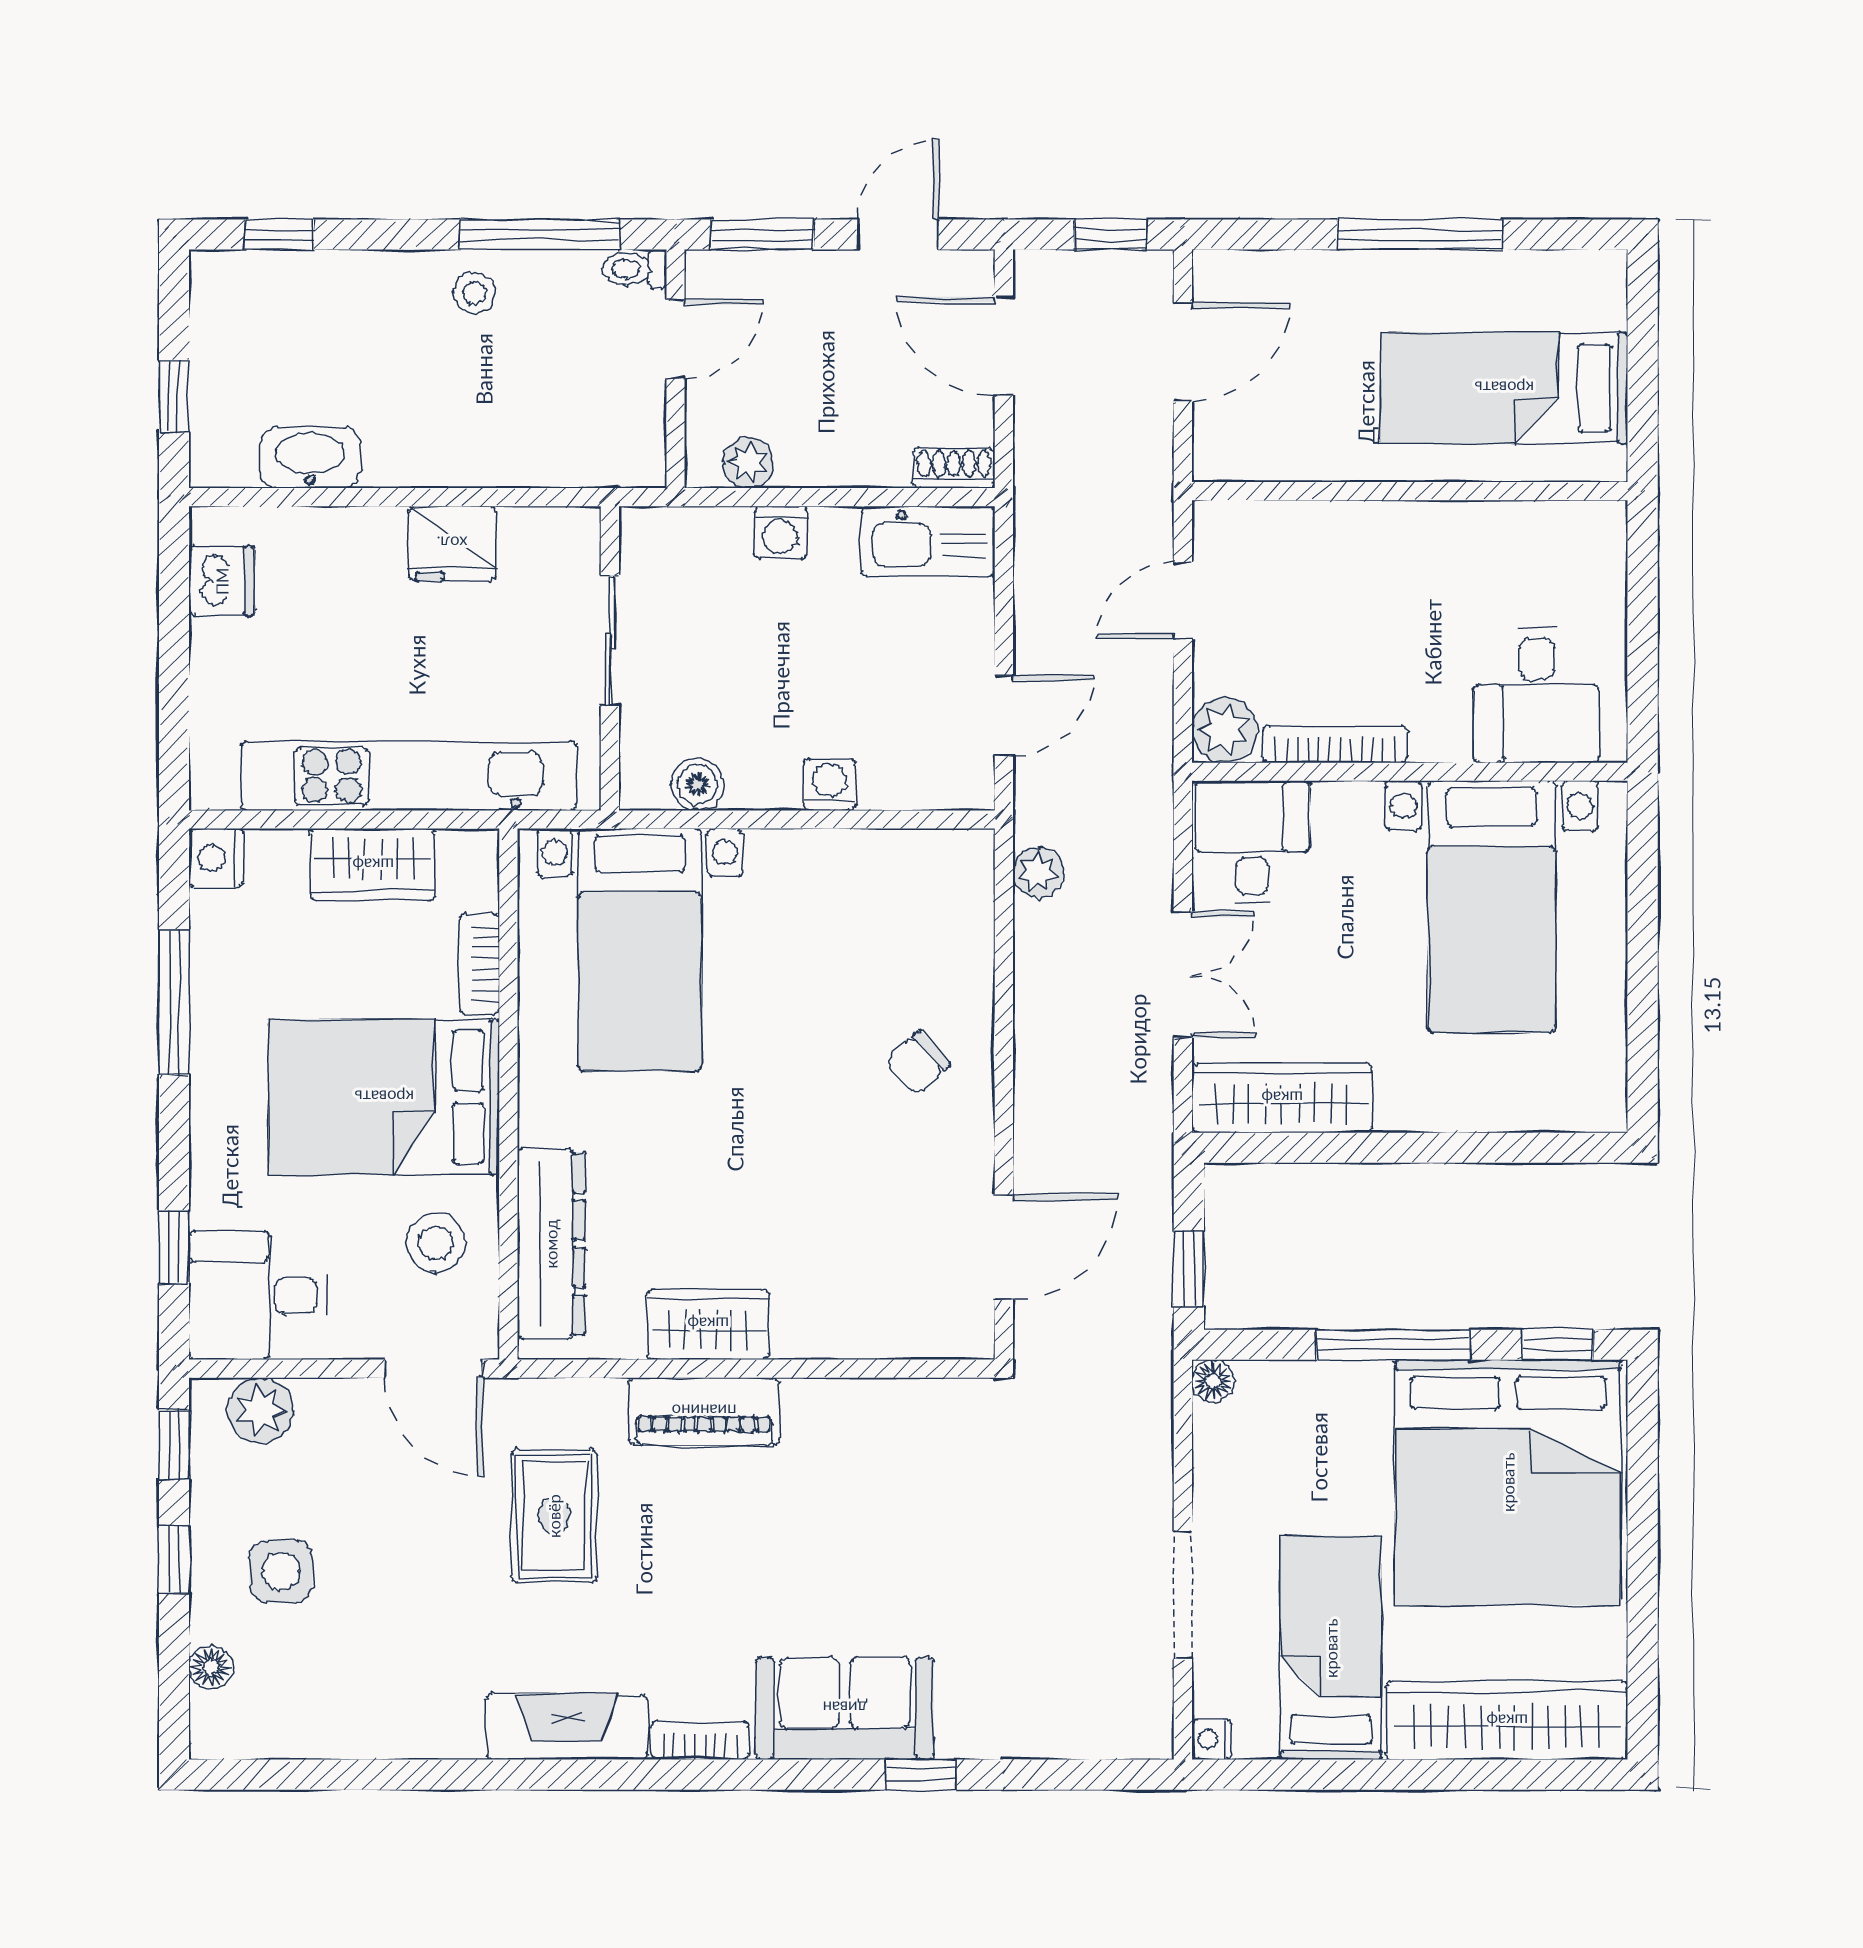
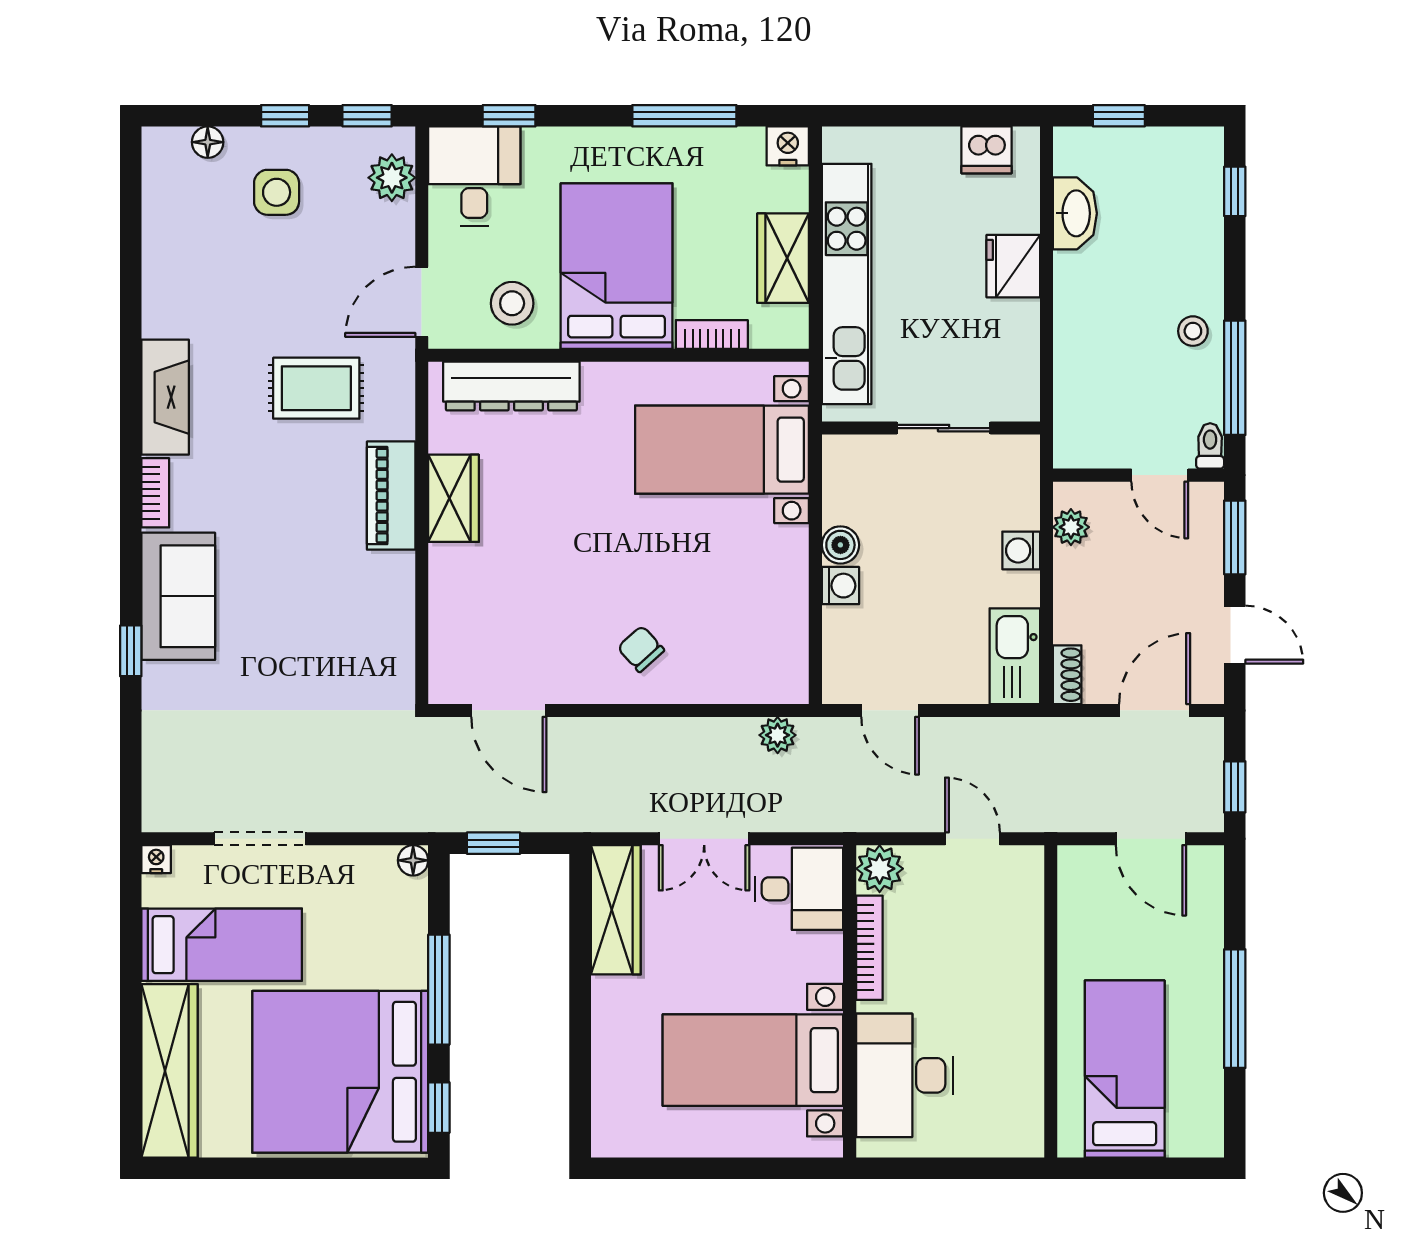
fridge: (452, 543) -> (1013, 266), moved
desk: (1536, 695) -> (905, 1075), width x1.37
boiler: (697, 785) -> (840, 545), moved

